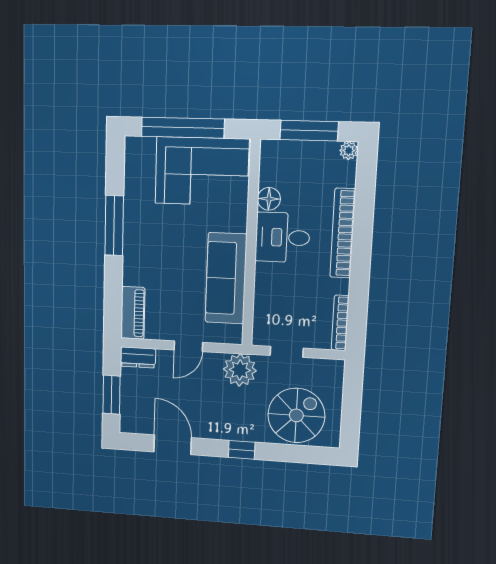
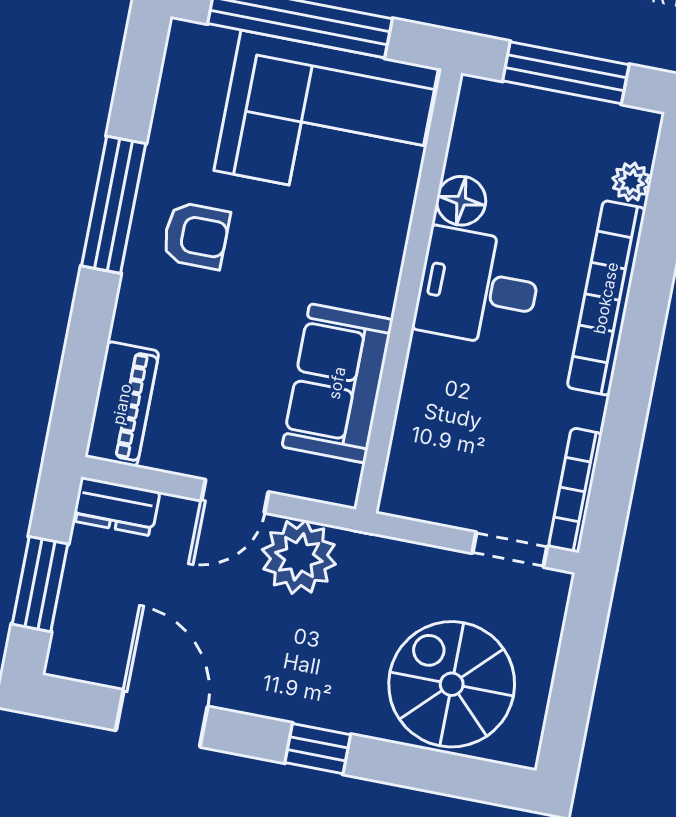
plant: (349, 151) -> (631, 182), moved
armchair: (152, 234) -> (196, 236), added
sofa: (226, 278) -> (337, 383), width x0.73
doorway: (287, 352) -> (510, 550), moved
plant: (240, 370) -> (299, 557), moved
spiral stairs: (296, 415) -> (452, 684), turned -90

